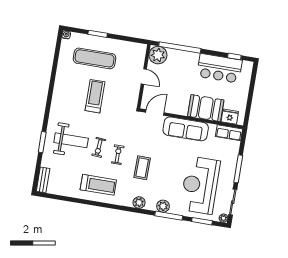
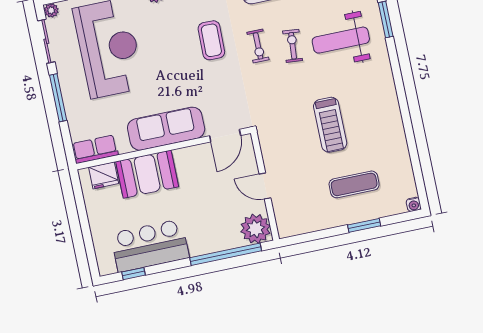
exercise mat: (95, 58) -> (354, 184), width x0.73, depth x0.69

